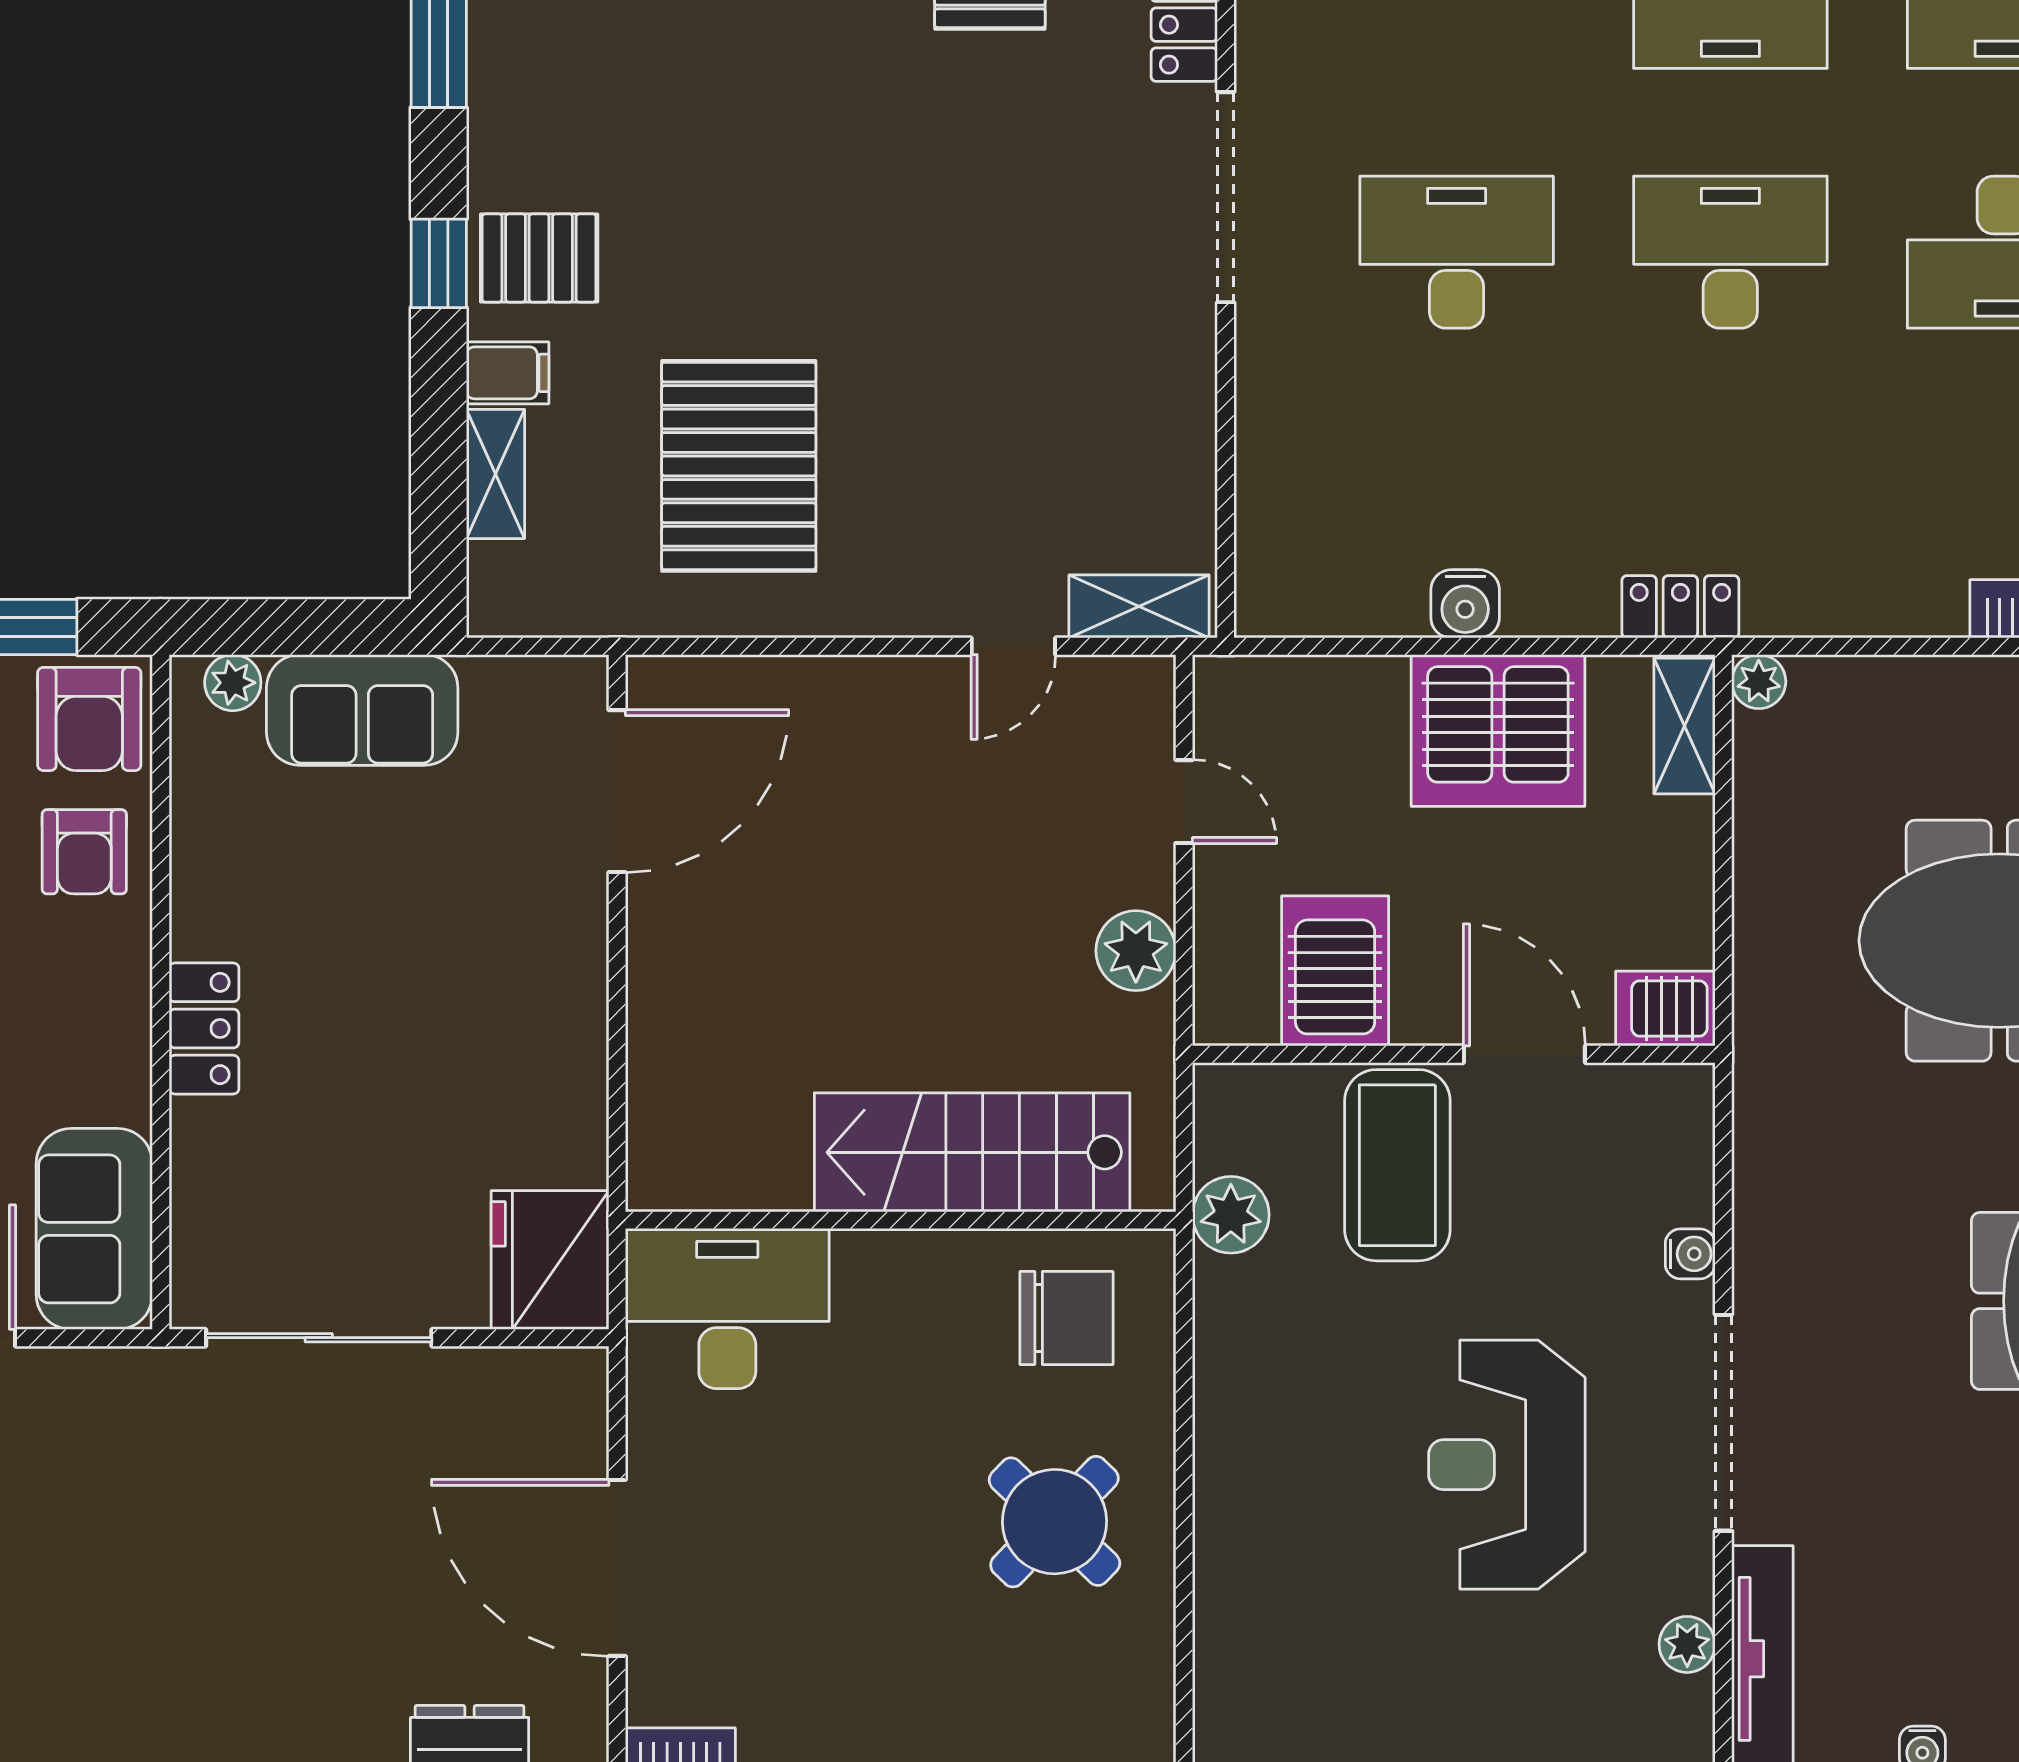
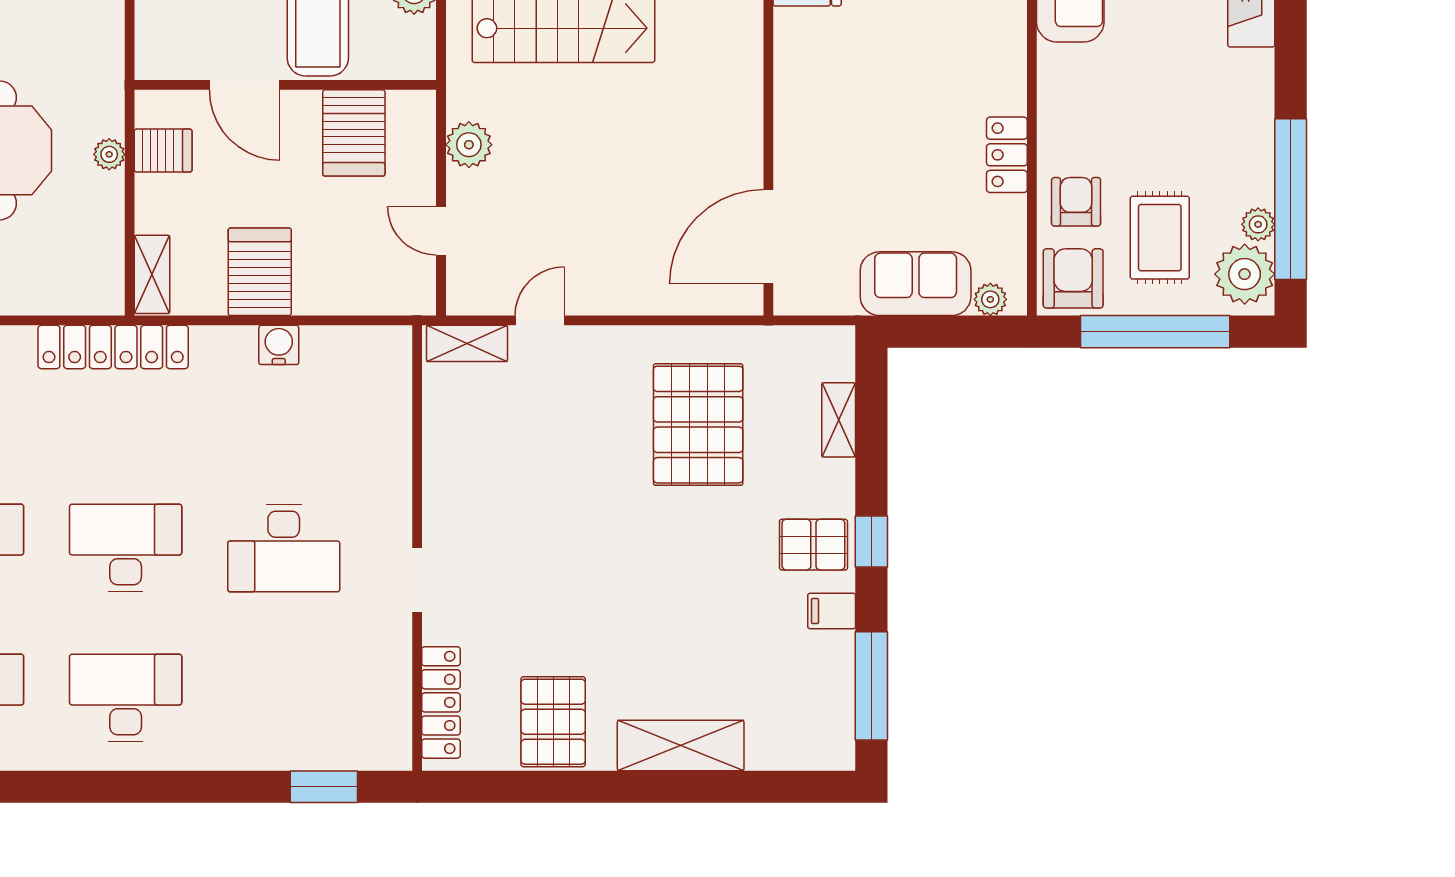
doorway: (1226, 197) -> (417, 580), width x0.53
desk: (1730, 252) -> (126, 548), turned 180
filing cabinet: (508, 373) -> (832, 611), moved
locker: (1680, 607) -> (113, 347), width x2.16, depth x1.21
plant: (1759, 682) -> (109, 154), moved
server rack: (1498, 731) -> (260, 272), width x0.62
server rack: (1665, 1008) -> (163, 151), moved
locker: (204, 1028) -> (1007, 155), moved

